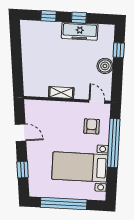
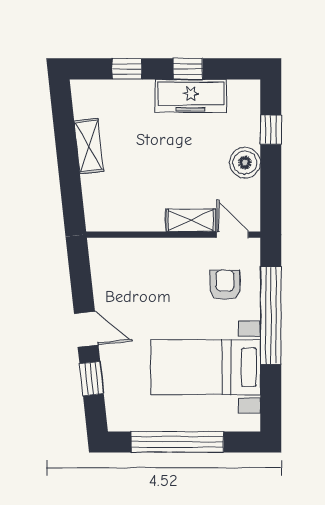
shelving: (27, 54) -> (89, 146), added
shelving: (61, 93) -> (191, 220), moved
door: (21, 133) -> (86, 329), moved

